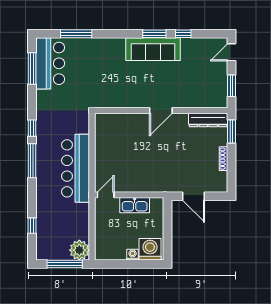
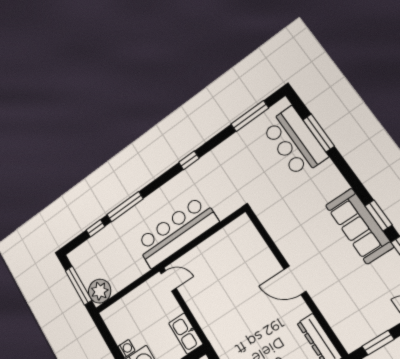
bar counter: (50, 63) -> (295, 142), moved, turned 90
window: (32, 161) -> (125, 207), moved
kitchen sink: (135, 205) -> (186, 333), moved

